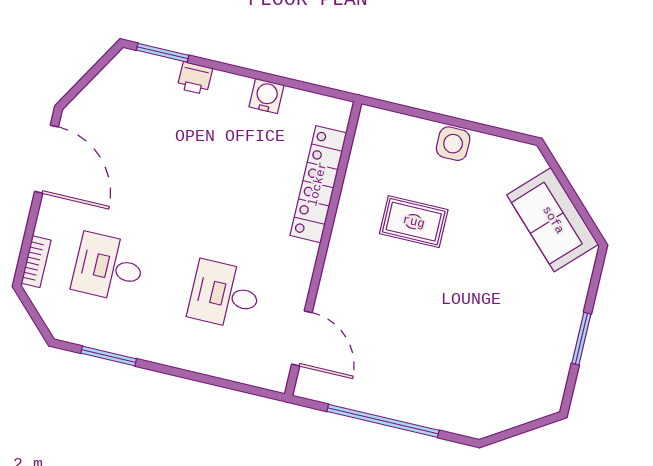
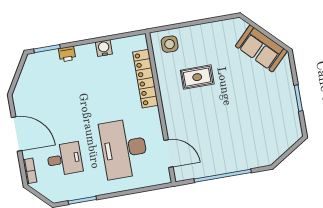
side table: (453, 144) -> (170, 44), moved
door: (47, 159) -> (17, 134), moved
desk: (108, 267) -> (65, 159), turned 180
desk: (225, 295) -> (124, 149), width x1.87, depth x1.30

